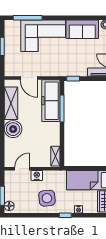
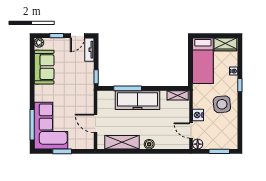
corner sofa: (43, 36) -> (51, 126), moved
door: (29, 78) -> (95, 123), swing flipped
freezer: (51, 101) -> (138, 100), moved
boiler: (13, 129) -> (149, 144), width x0.54, depth x0.54
floor lamp: (9, 206) -> (198, 144), moved

